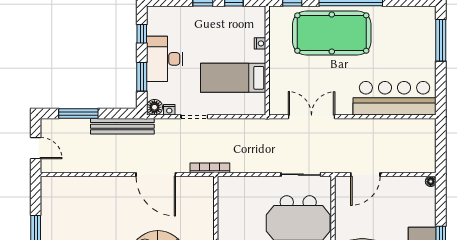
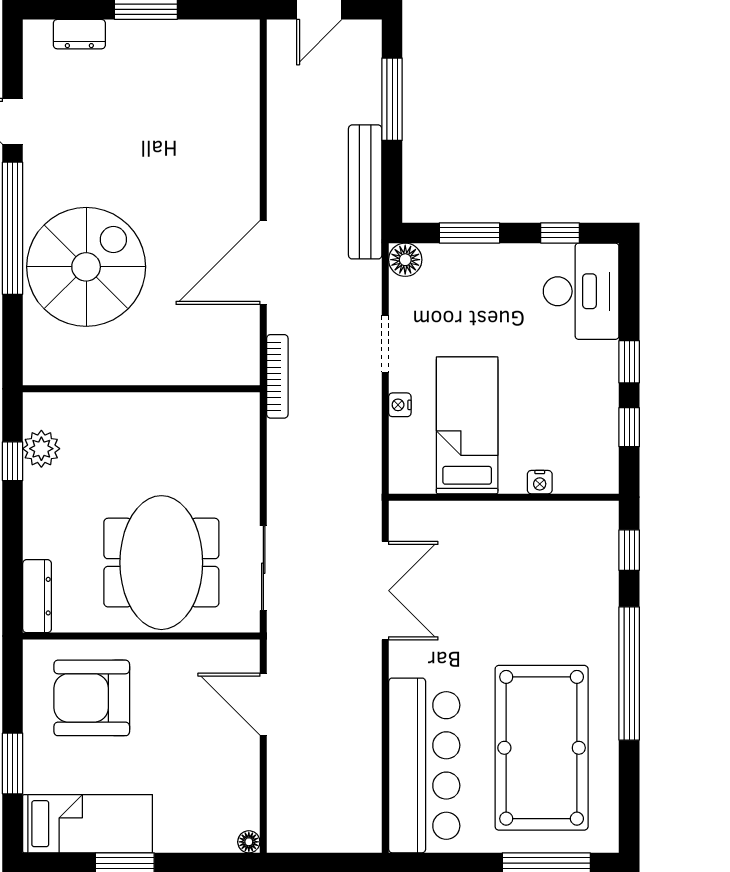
pool table: (332, 33) -> (542, 748), moved
desk: (165, 59) -> (581, 291), moved, turned 90
nightstand: (169, 110) -> (400, 405), moved

